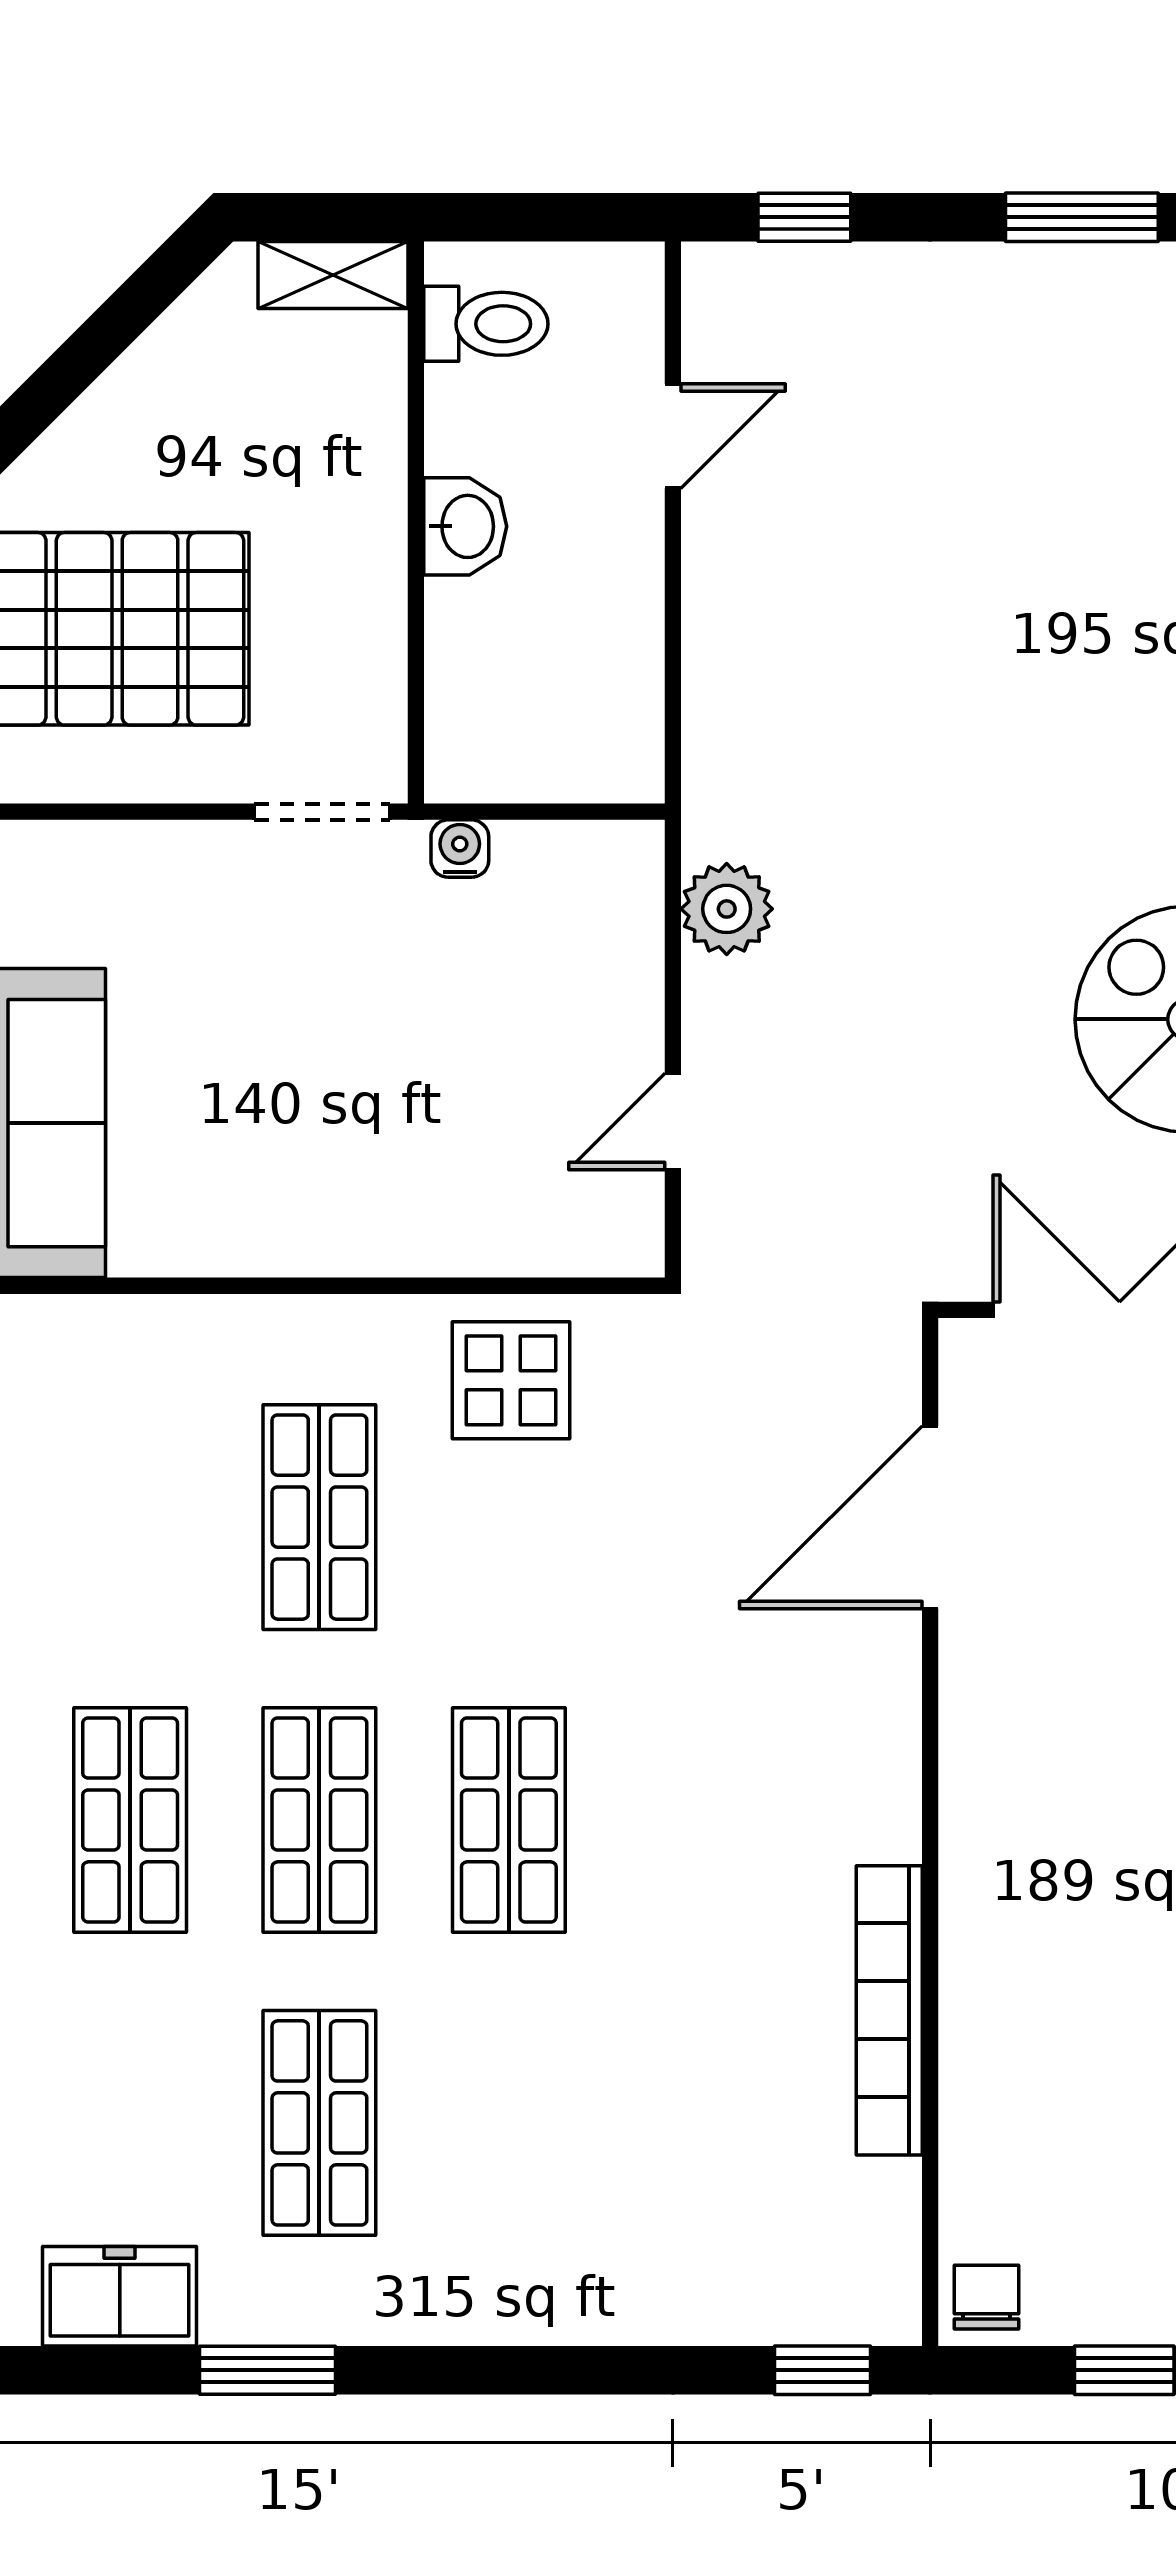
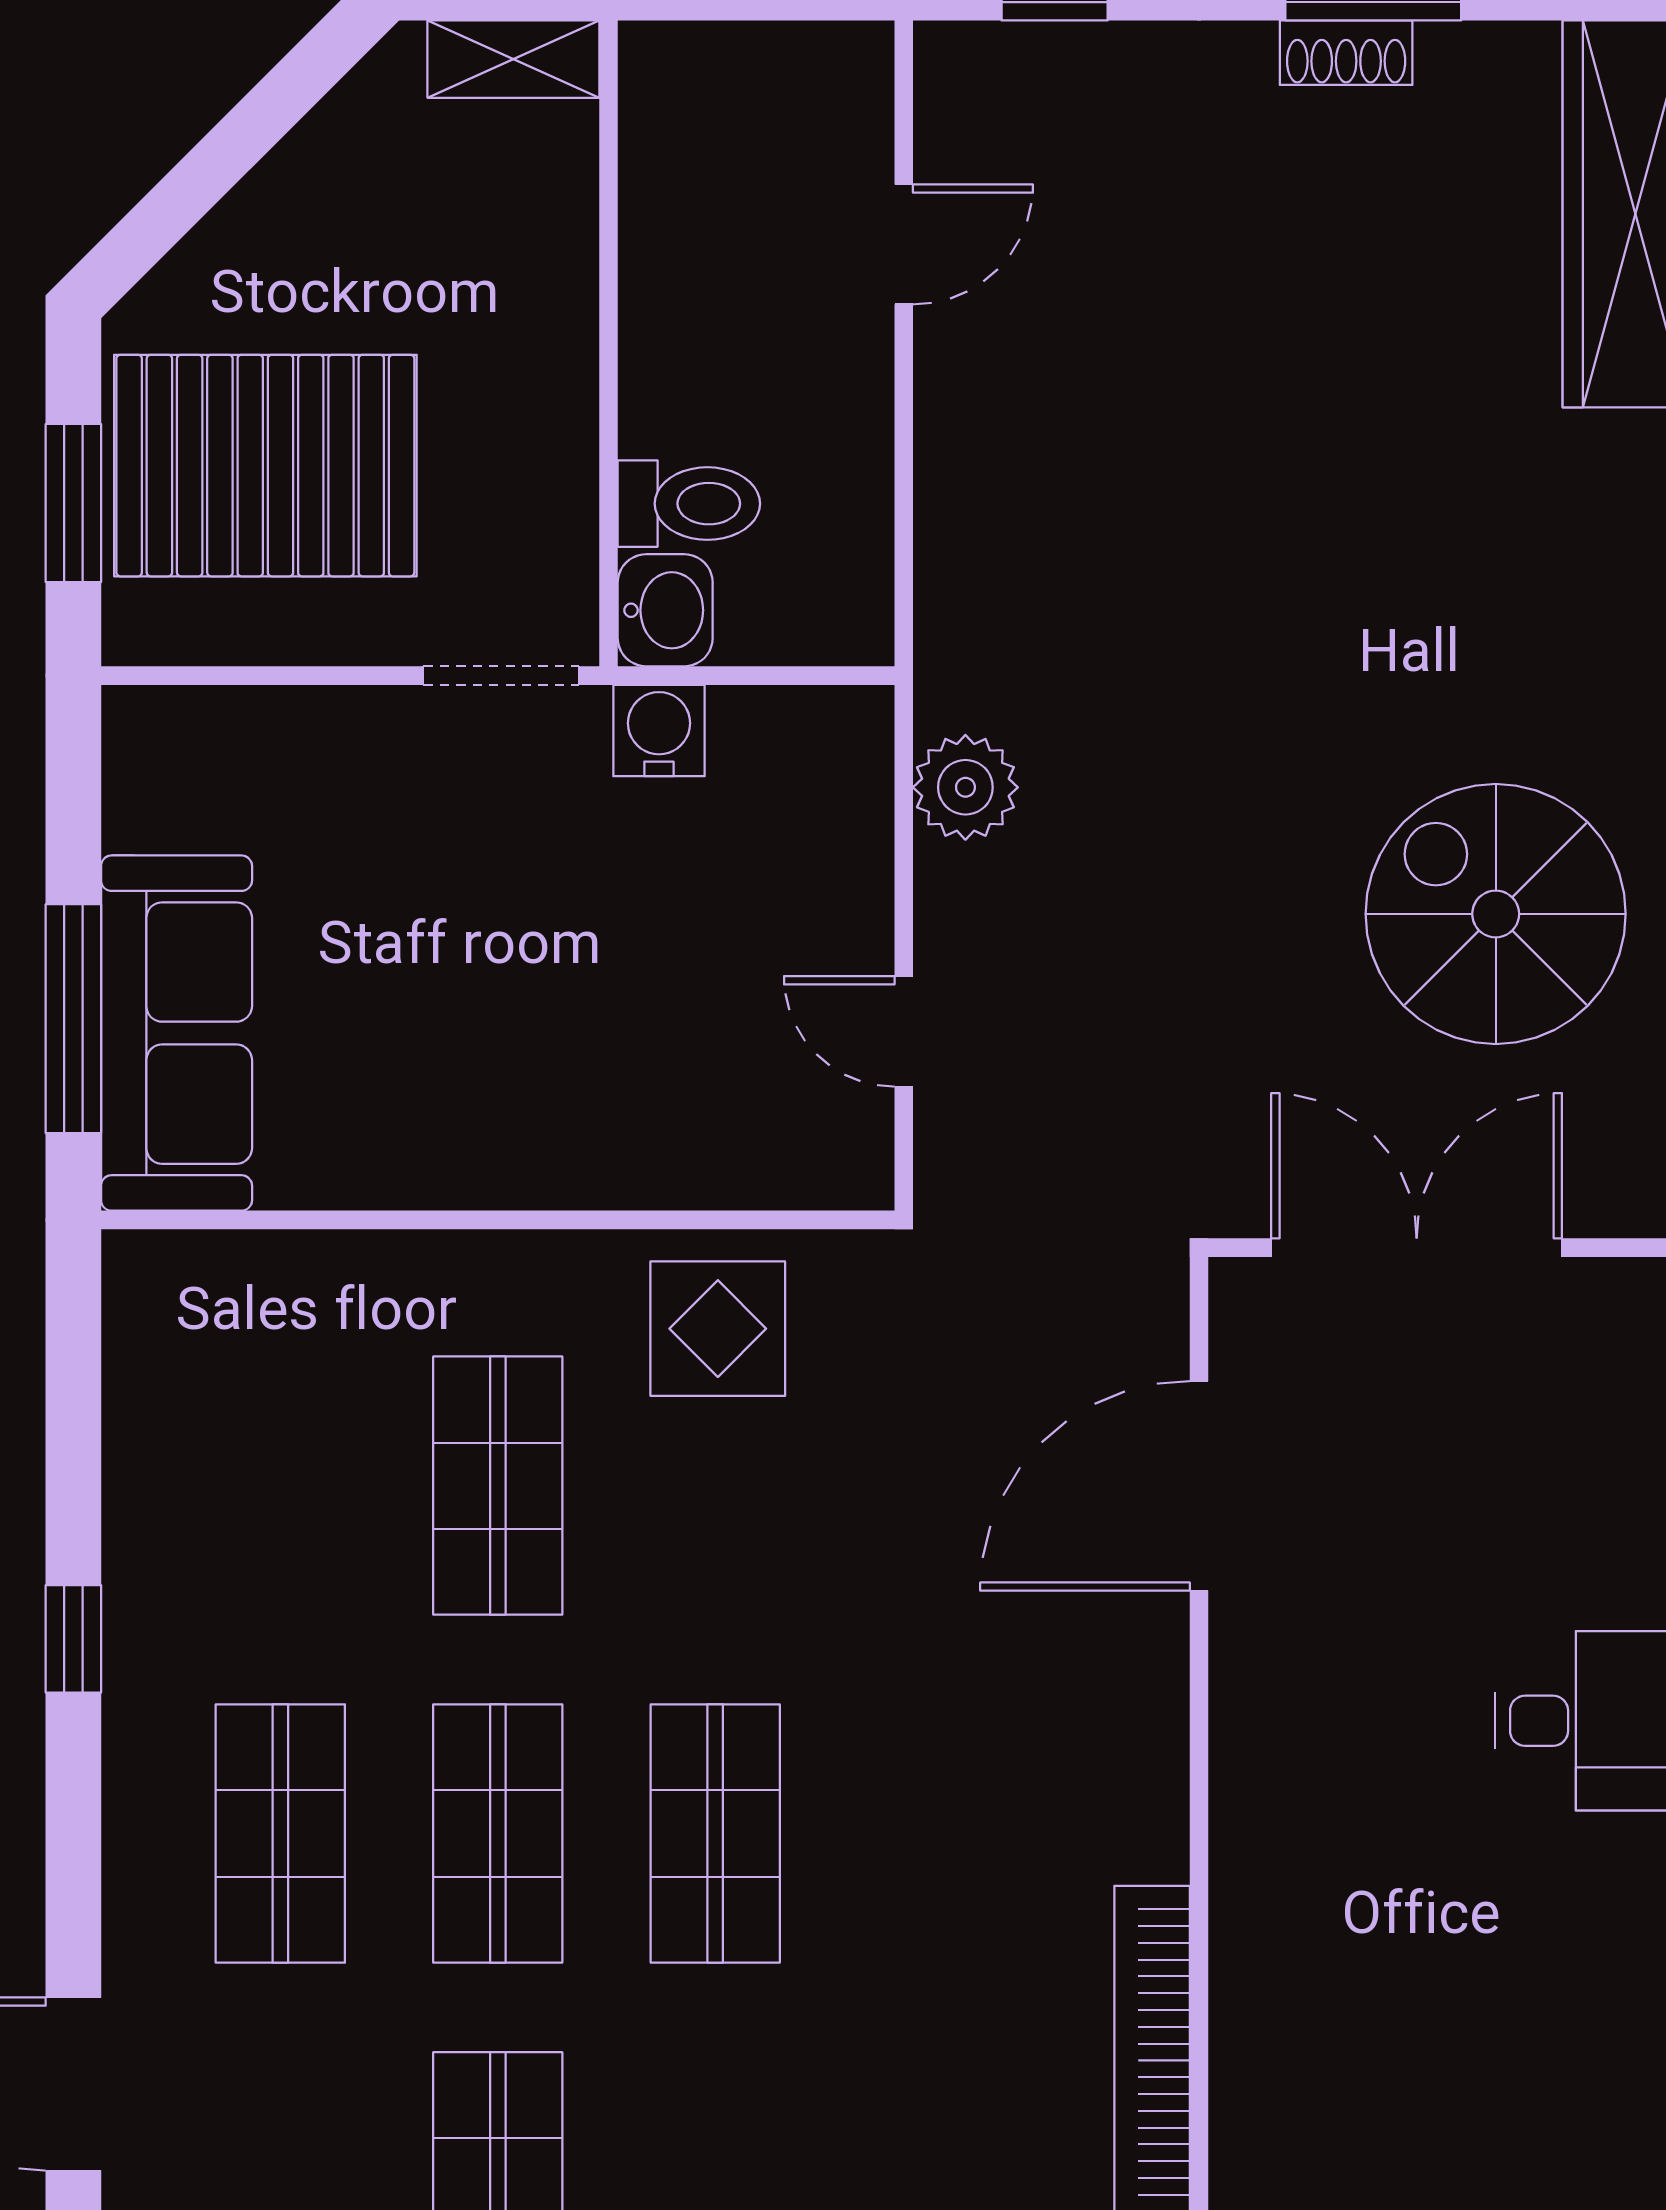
shoe rack: (1058, 269) -> (1346, 53), added
toilet: (486, 324) -> (689, 504), moved
washbasin: (465, 526) -> (665, 610), moved
water cooler: (460, 849) -> (659, 731), width x1.38, depth x1.38
door: (673, 1121) -> (904, 1031), hinge flipped

